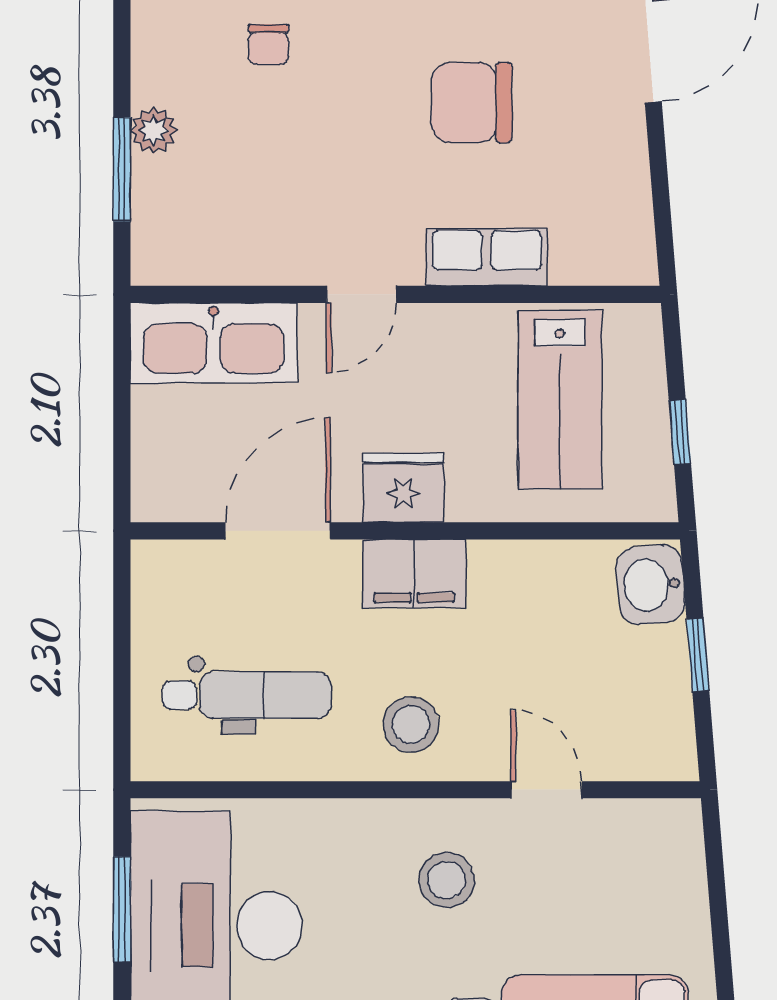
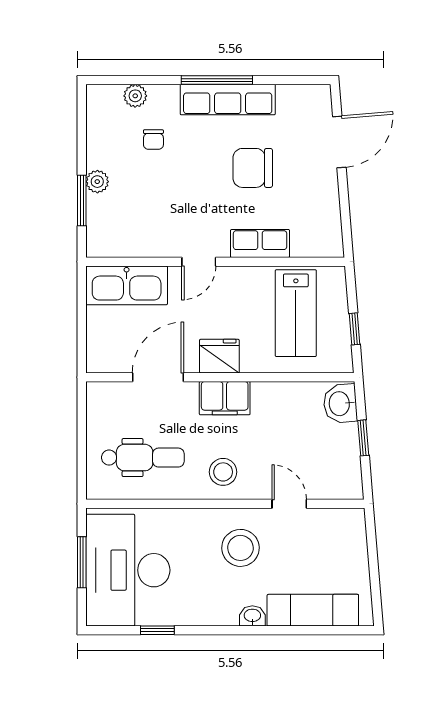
stool: (447, 880) -> (240, 548), width x1.38, depth x1.38

